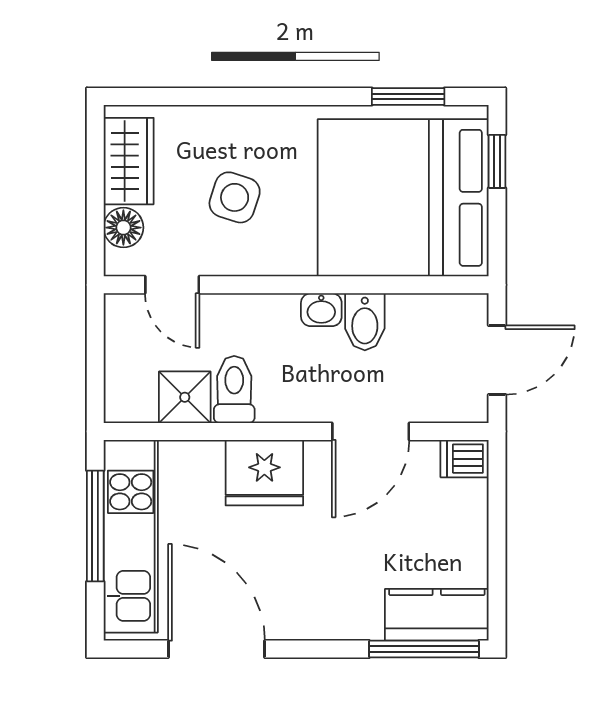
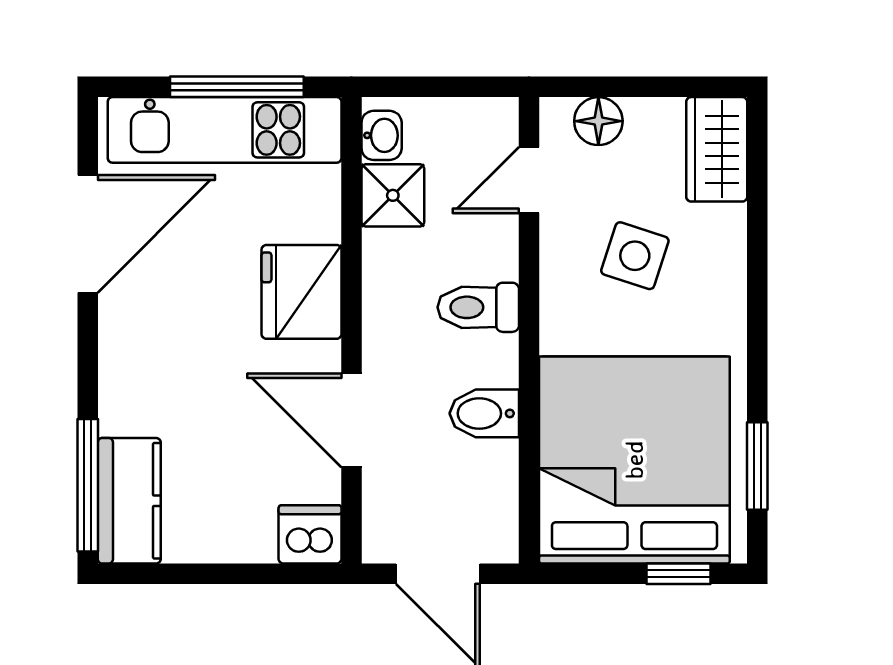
wardrobe: (129, 161) -> (717, 149), moved, turned 90
washbasin: (321, 310) -> (382, 135), moved, turned 180
toilet: (234, 389) -> (478, 307), moved, turned 180
dishwasher: (465, 459) -> (310, 534), width x1.38

